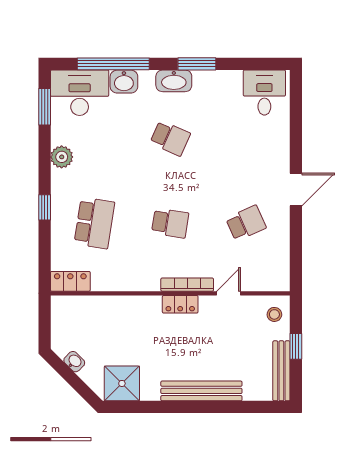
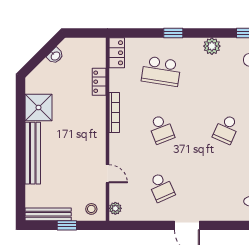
school desk: (170, 223) -> (161, 129), turned -30
plant: (274, 283) -> (115, 208), added
bookcase: (187, 285) -> (114, 112), moved
locker: (180, 304) -> (99, 82), moved
shower: (122, 383) -> (38, 107), moved

